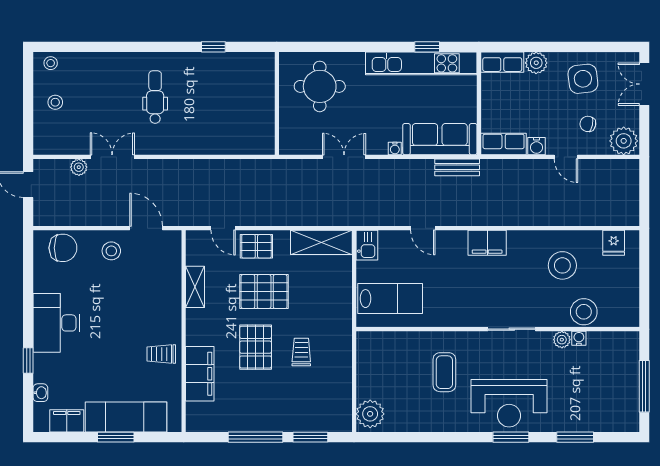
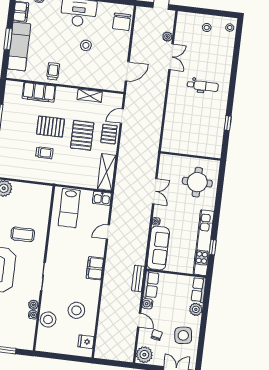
door: (566, 157) -> (139, 320), swing flipped
bench: (457, 167) -> (138, 279), moved
stool: (111, 251) -> (86, 45), moved

